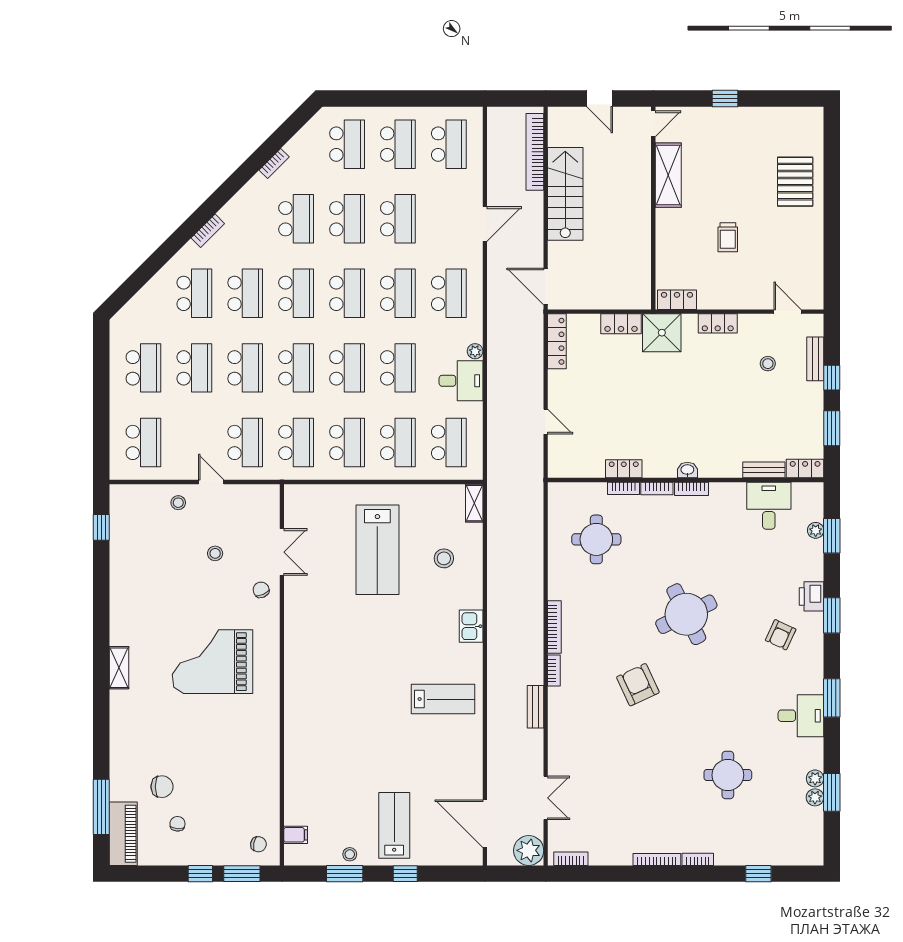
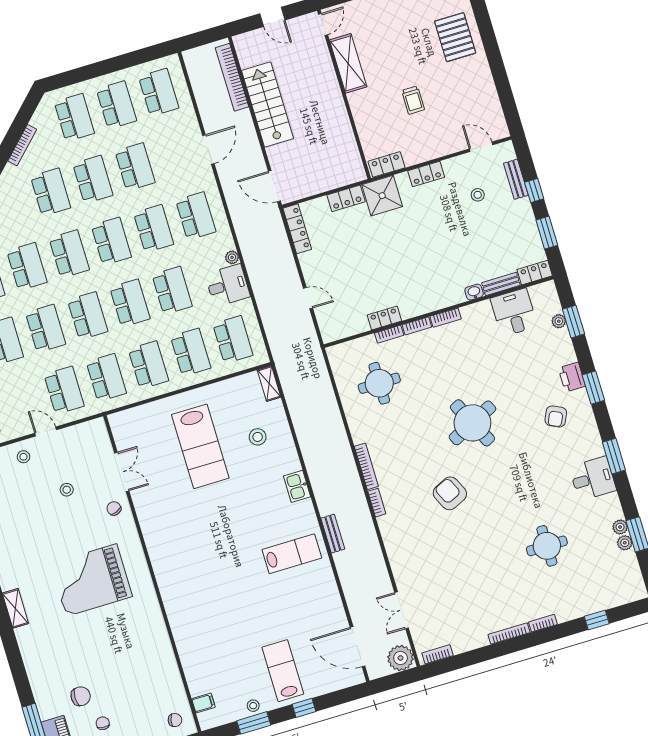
bookcase: (274, 164) -> (22, 145), width x1.56
washbasin: (687, 470) -> (474, 292), moved
bench: (536, 707) -> (333, 534), moved
double door: (546, 798) -> (402, 610), swing flipped

